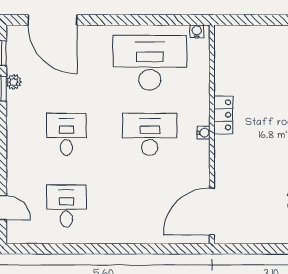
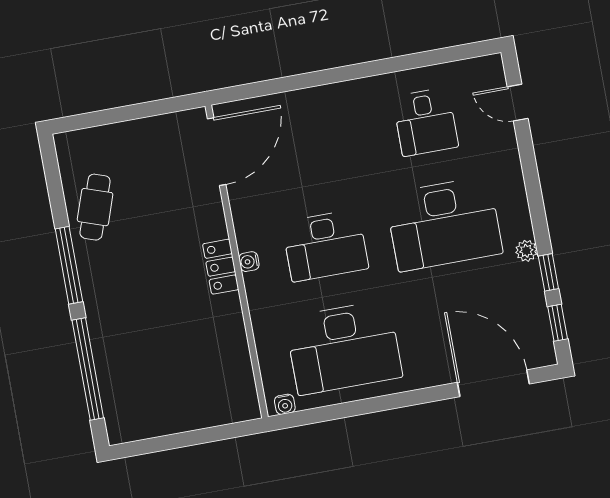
plant: (14, 82) -> (526, 251), moved
locker: (223, 115) -> (221, 267), moved
desk: (66, 134) -> (444, 224), width x1.87, depth x1.30

